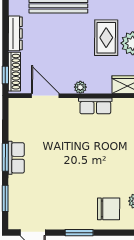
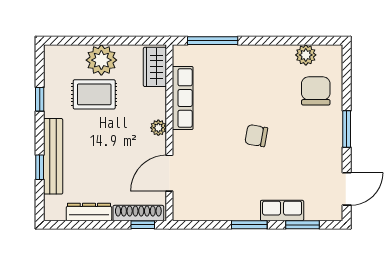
row of seats: (95, 106) -> (183, 98), width x1.48
row of seats: (16, 158) -> (282, 211), moved
chair: (74, 163) -> (256, 136), added

